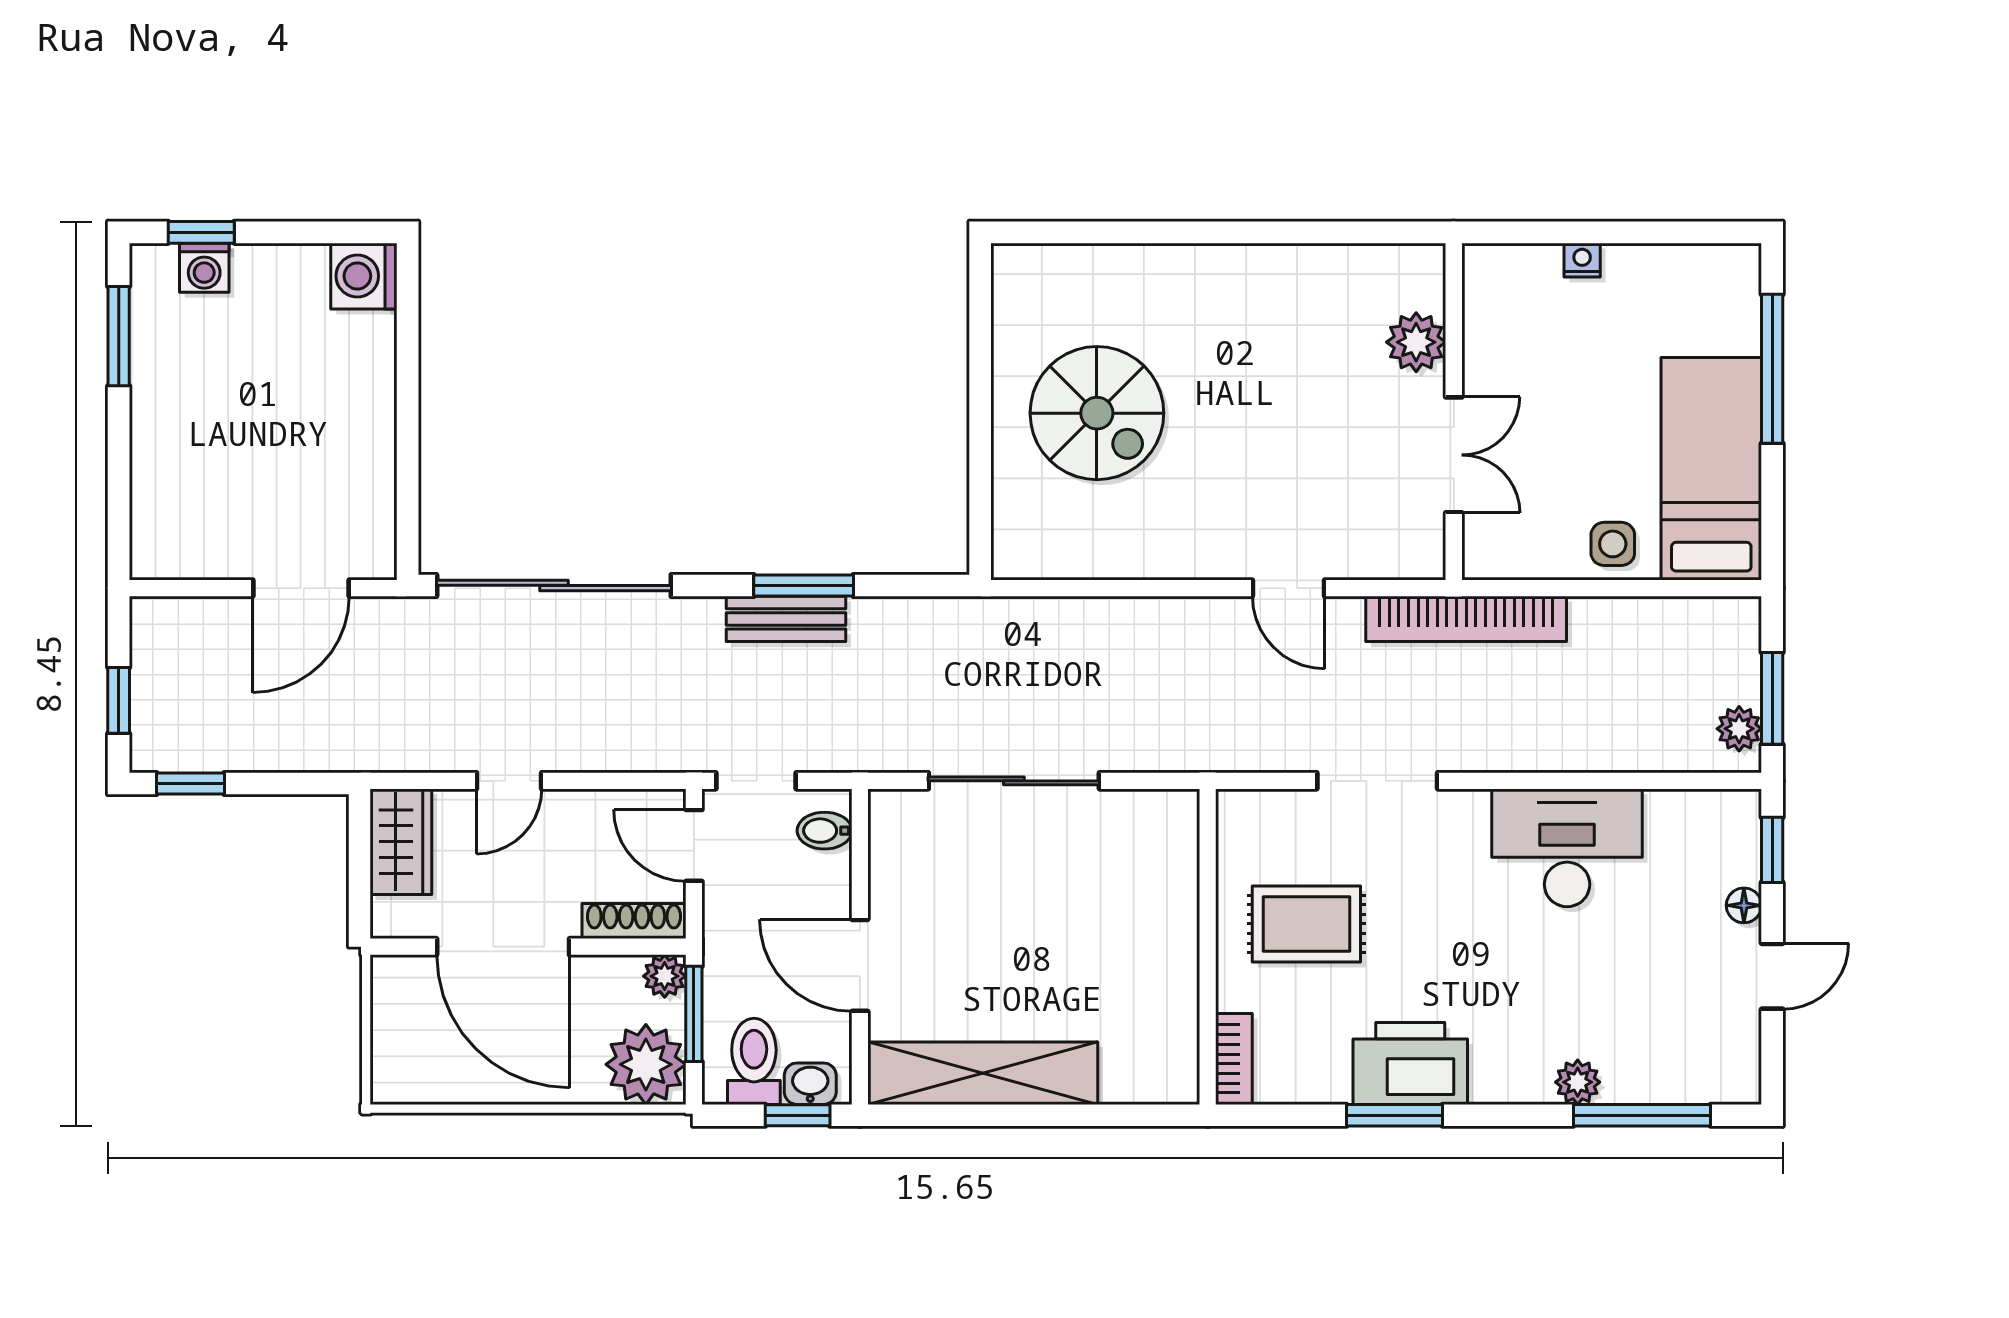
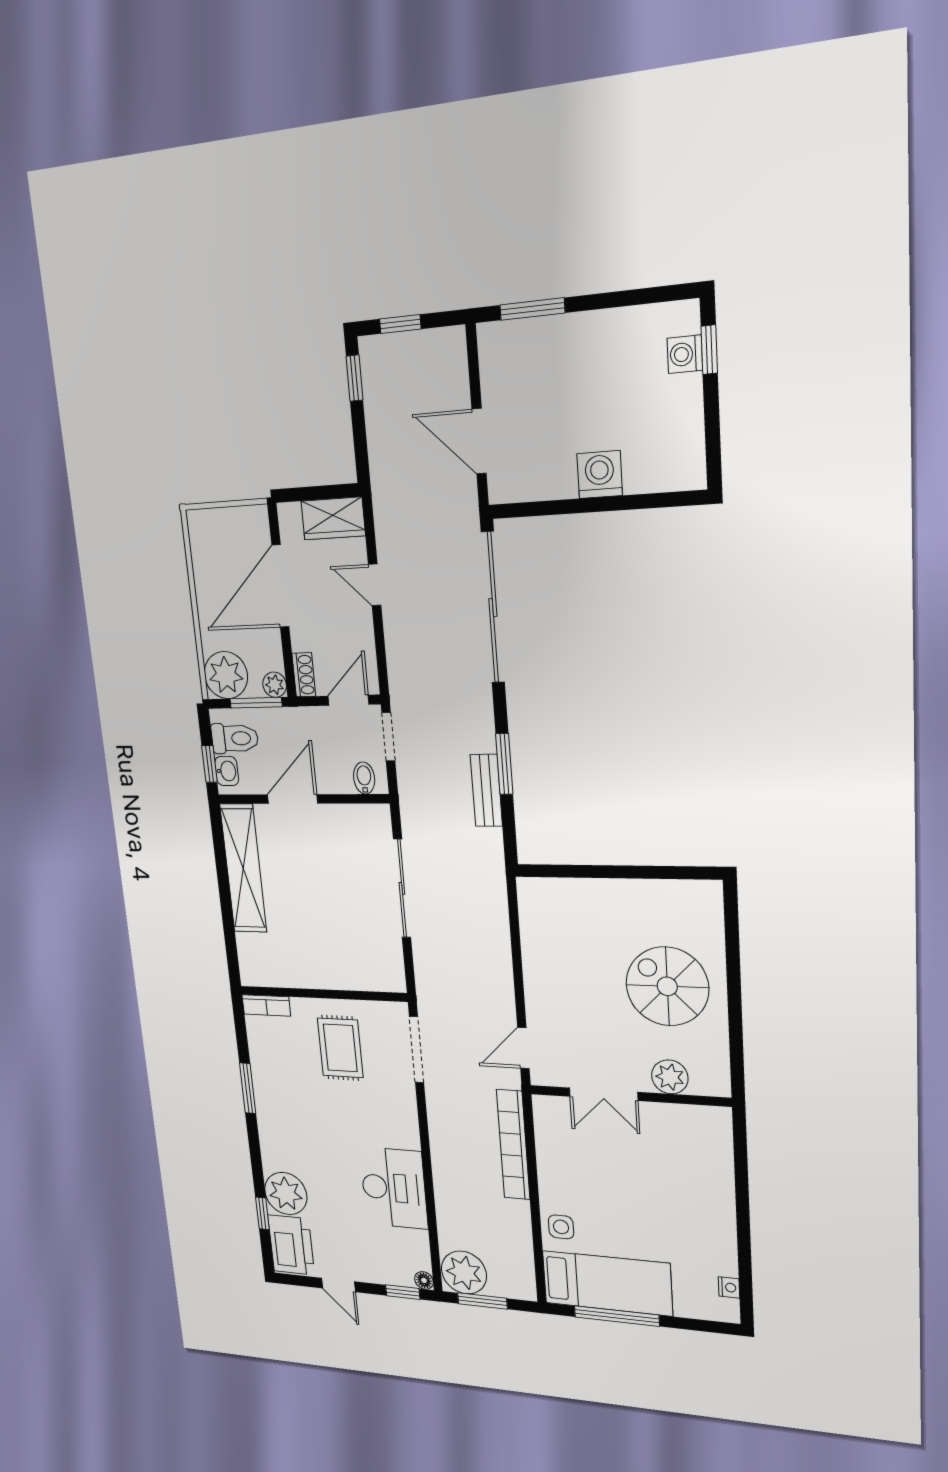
nightstand: (1582, 260) -> (729, 1287), moved
washing machine: (364, 276) -> (600, 475), moved
window: (119, 336) -> (532, 309), moved
plant: (1416, 342) -> (670, 1077), moved
window: (1772, 369) -> (617, 1316), moved
wall: (1454, 412) -> (629, 1096), moved
spiral stairs: (1097, 413) -> (667, 986), moved, turned 90
double door: (1454, 455) -> (604, 1094), moved
bench: (786, 619) -> (486, 790), moved
plant: (1739, 729) -> (464, 1273), width x1.88, depth x1.88
doorway: (1377, 781) -> (417, 1050), moved
floor lamp: (1744, 905) -> (424, 1280), moved
shoe rack: (634, 921) -> (304, 675), width x0.70
printer: (1410, 1063) -> (291, 1245), moved
plant: (1578, 1082) -> (286, 1193), width x1.88, depth x1.88
window: (1642, 1115) -> (262, 1213), width x0.46

